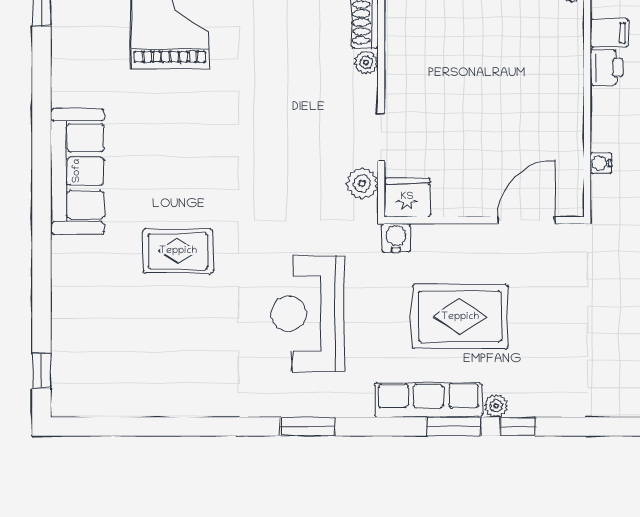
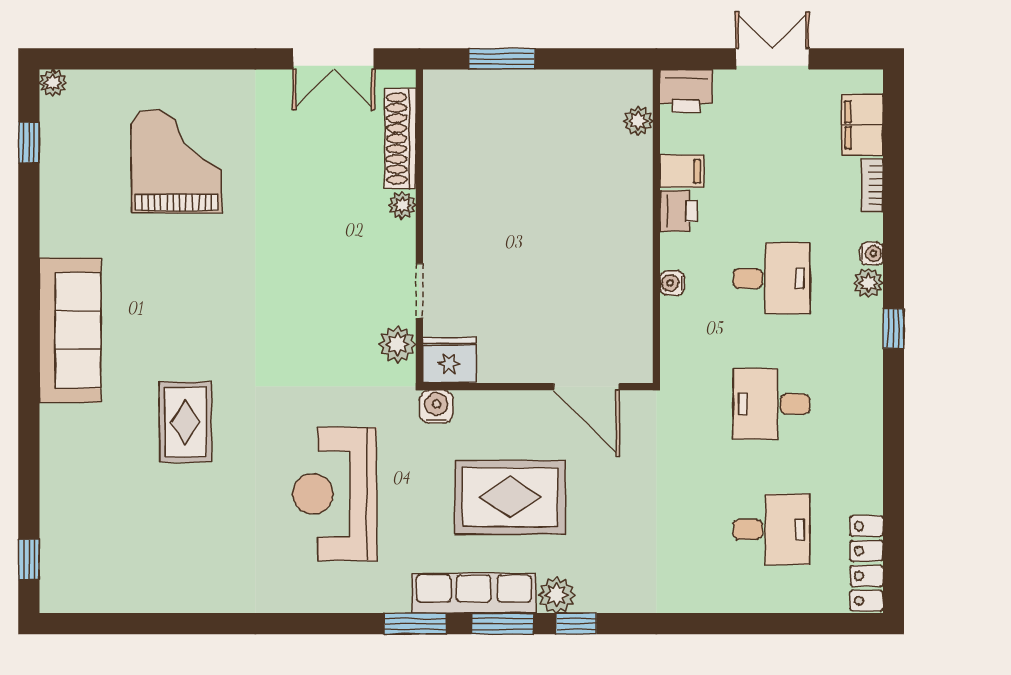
water cooler: (601, 163) -> (672, 283), moved
door: (526, 220) -> (586, 387), swing flipped
rug: (178, 251) -> (186, 422), turned 90
plant: (496, 406) -> (557, 595), width x1.38, depth x1.38
window: (308, 426) -> (415, 624), moved

